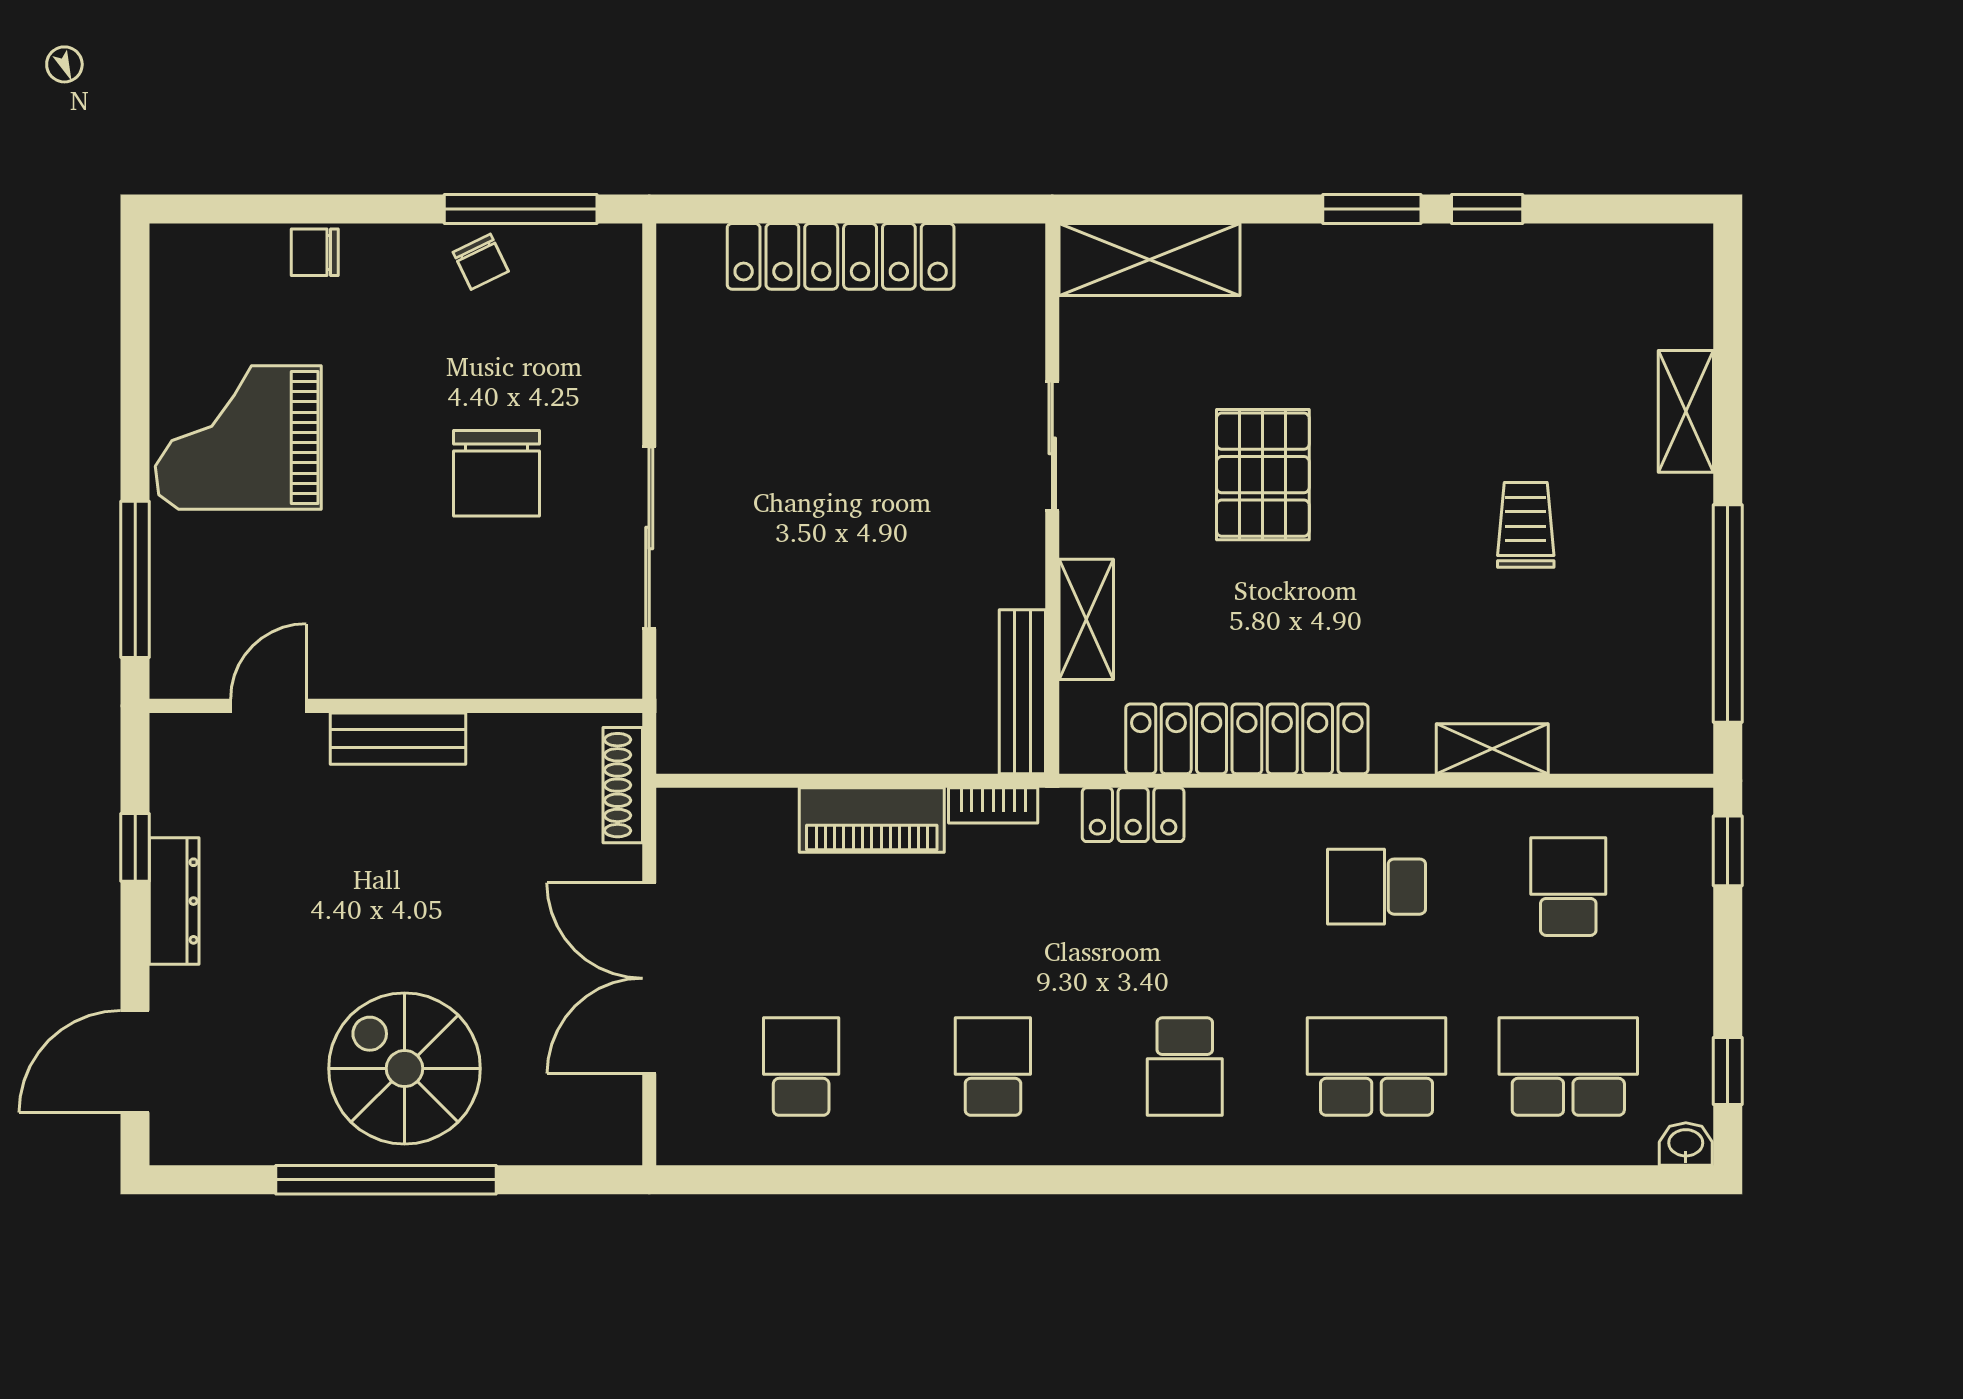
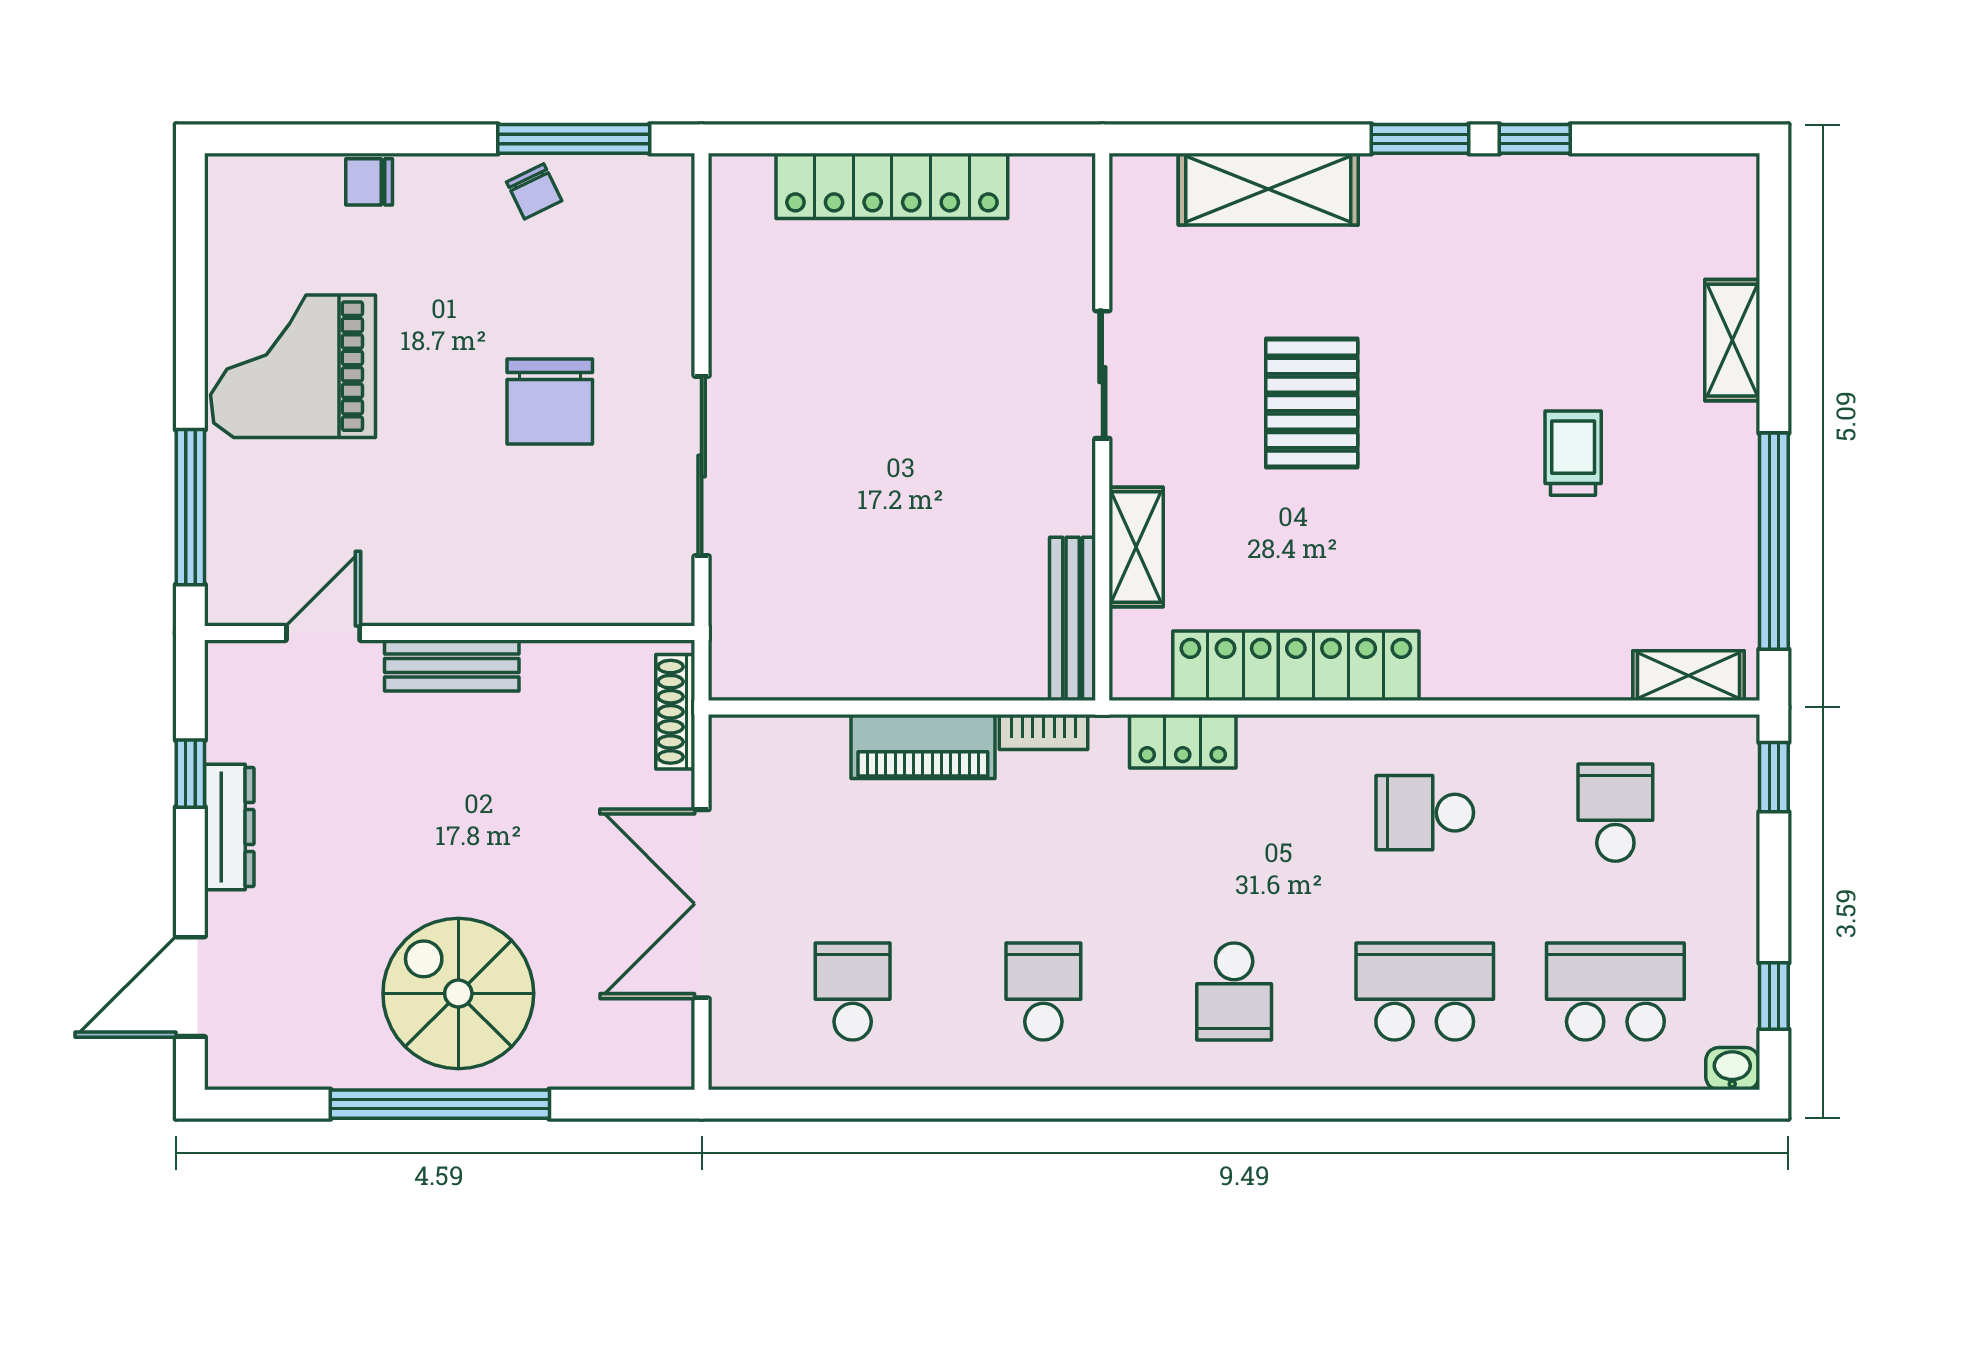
shelving: (1149, 259) -> (1268, 189), moved
shelving: (1492, 749) -> (1689, 676), moved

